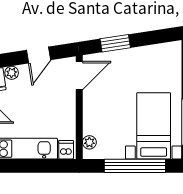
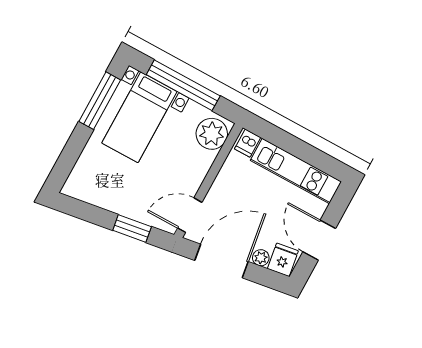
door: (38, 55) -> (221, 261), width x1.88
plant: (89, 142) -> (212, 134), width x1.88, depth x1.88

